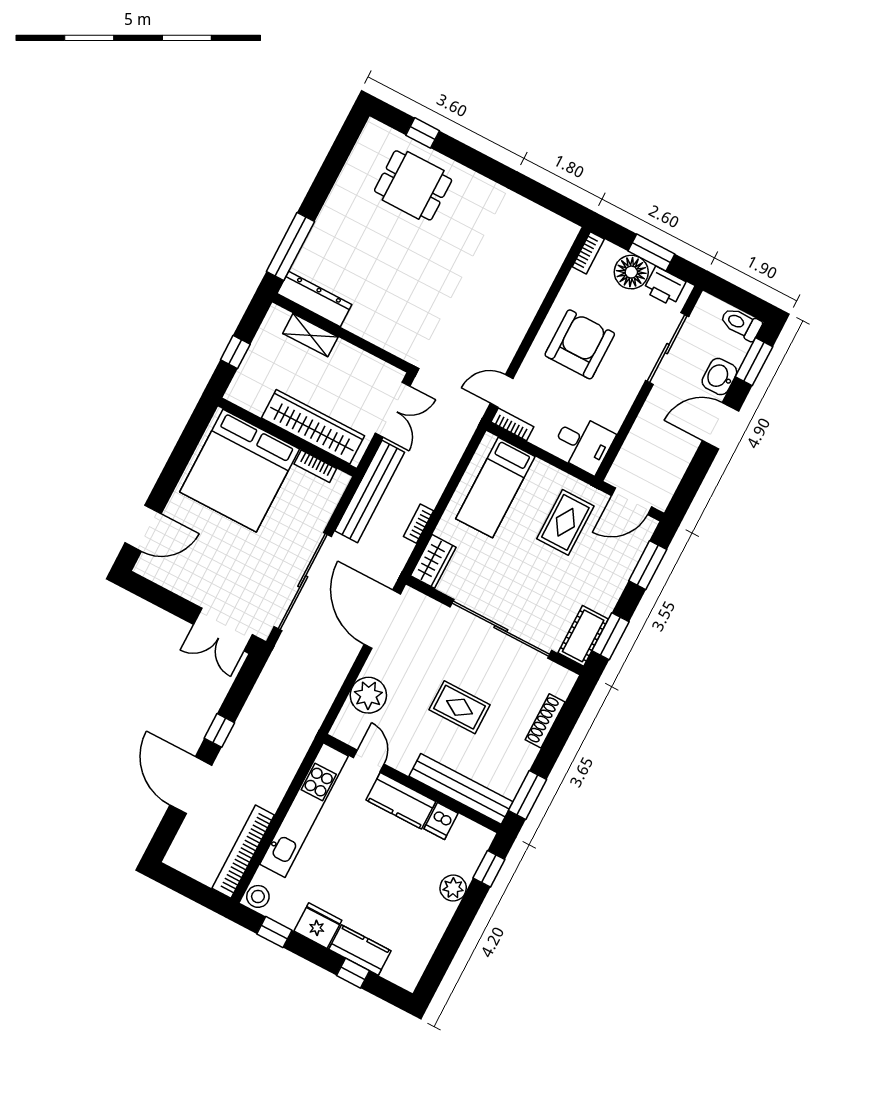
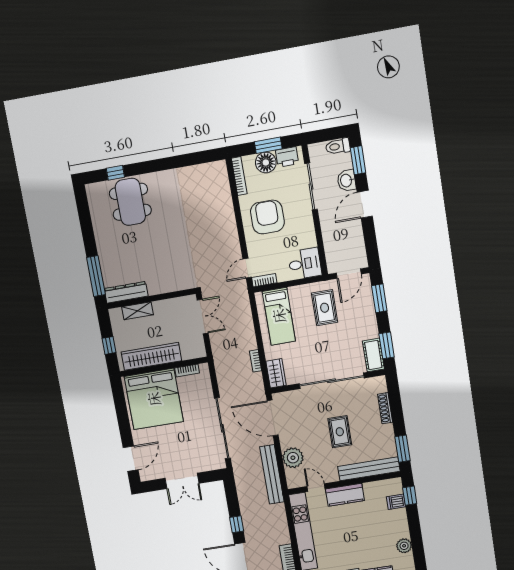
dining table: (413, 185) -> (130, 202), width x1.38
bookcase: (588, 253) -> (239, 176), width x1.56
wardrobe: (313, 427) -> (151, 356), moved
bench: (370, 491) -> (272, 474), moved
double door: (223, 629) -> (182, 481), moved
rug: (460, 707) -> (340, 432), turned 90
dishwasher: (441, 821) -> (396, 502), moved, turned 90
plant: (453, 888) -> (404, 546), moved

